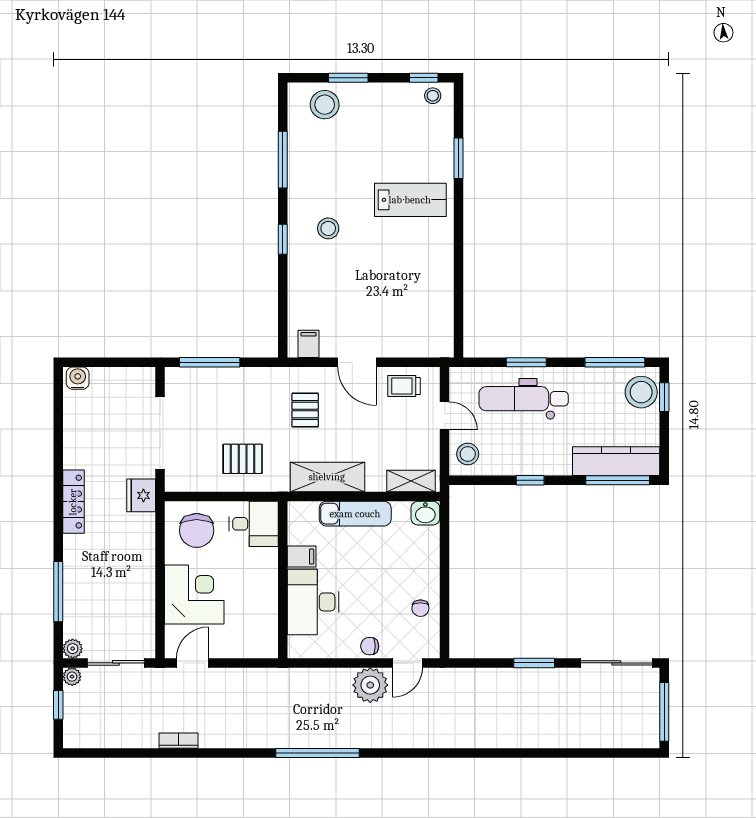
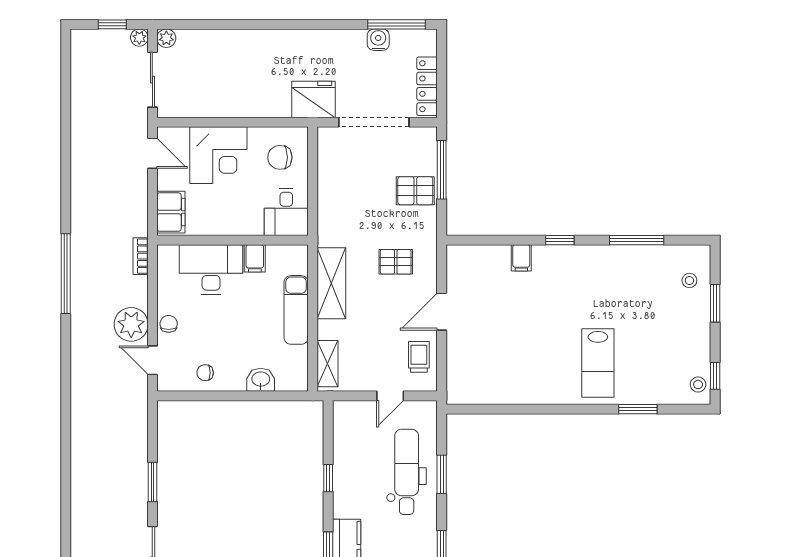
stool: (325, 105) -> (689, 281), width x0.53, depth x0.53
stool: (328, 228) -> (570, 284), removed
filing cabinet: (309, 344) -> (521, 258), moved, turned 90
water cooler: (78, 378) -> (378, 40), moved, turned -90
stool: (468, 454) -> (353, 418), removed
pallet: (243, 459) -> (415, 191), moved, turned 90
fridge: (141, 495) -> (314, 99), width x1.36, depth x1.34
locker: (73, 502) -> (427, 86), moved, turned 90
washbasin: (425, 513) -> (261, 380), moved, turned 90
chair: (197, 530) -> (280, 157), width x0.73, depth x0.73
window: (58, 592) -> (397, 24), moved
filing cabinet: (253, 644) -> (171, 212), added
bookcase: (178, 741) -> (141, 256), moved, turned 180

